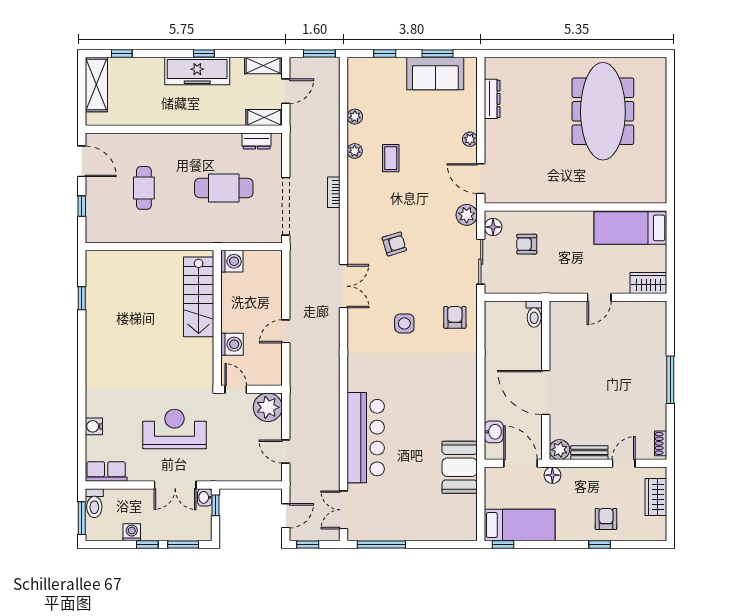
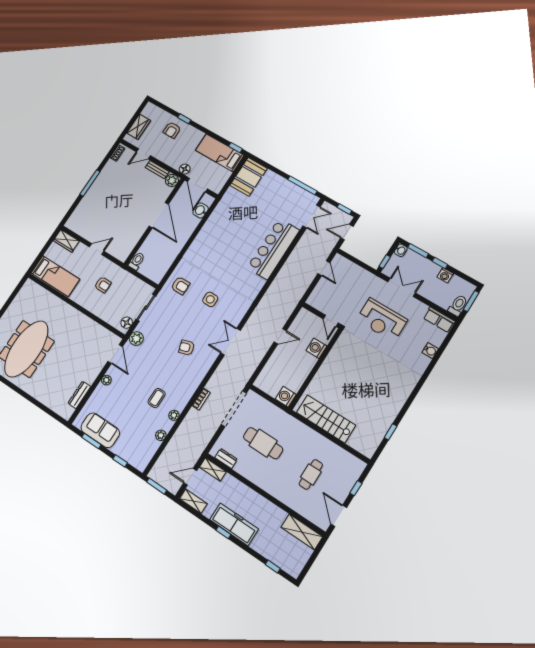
shelving: (96, 84) -> (302, 532), moved, turned 90
armchair: (527, 244) -> (103, 285), moved
stairs: (199, 297) -> (326, 419), moved, turned -90
armchair: (455, 317) -> (180, 286), turned -90
plant: (268, 407) -> (318, 299), removed
booth: (460, 467) -> (249, 177), moved
washbasin: (205, 497) -> (401, 250), moved

